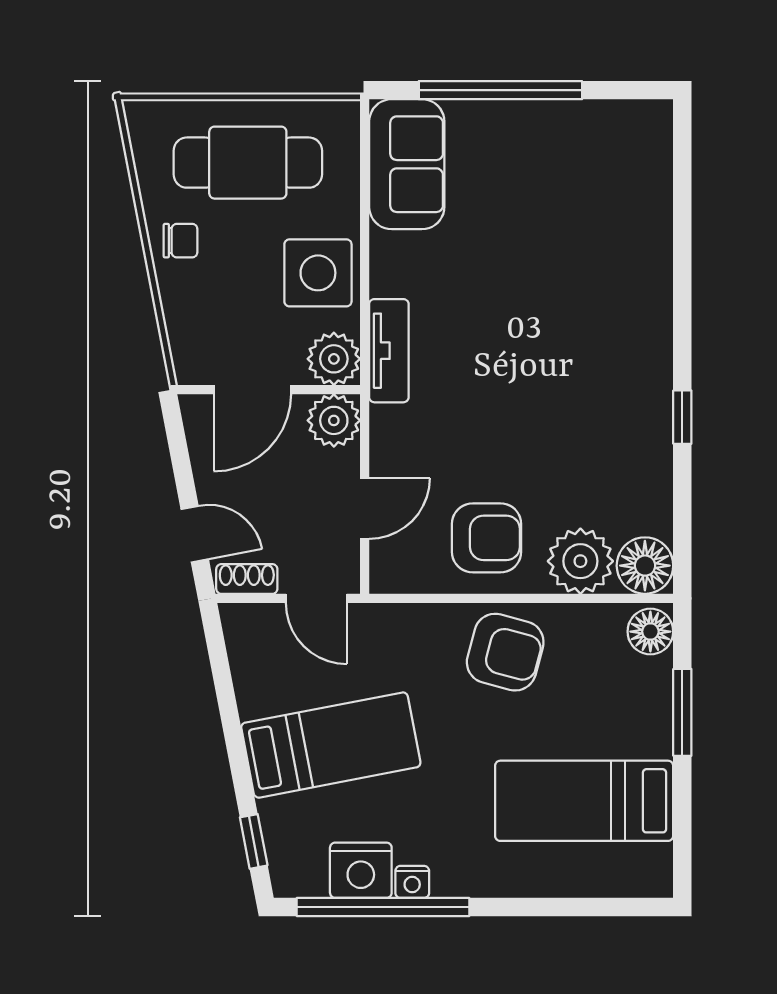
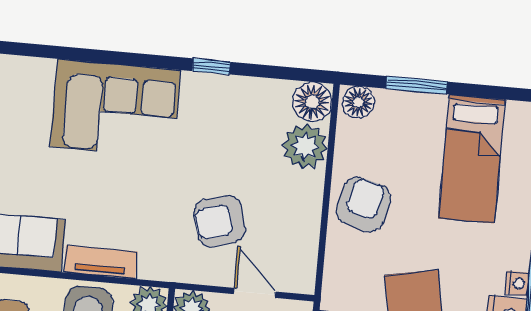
corner sofa: (610, 285) -> (115, 108), added
tv unit: (389, 351) -> (101, 262), moved
armchair: (487, 538) -> (220, 221), moved, turned -105

